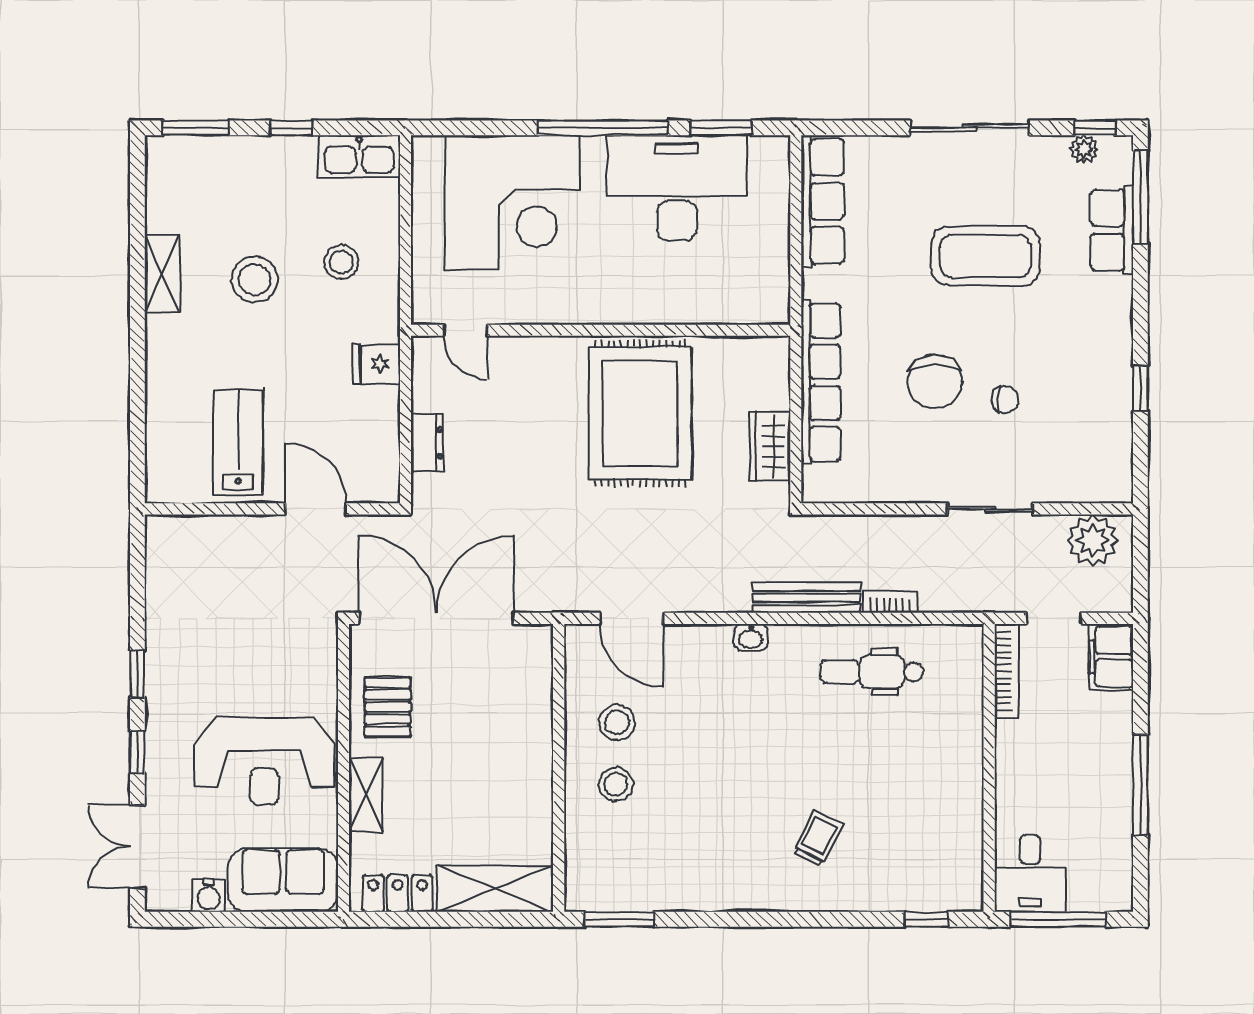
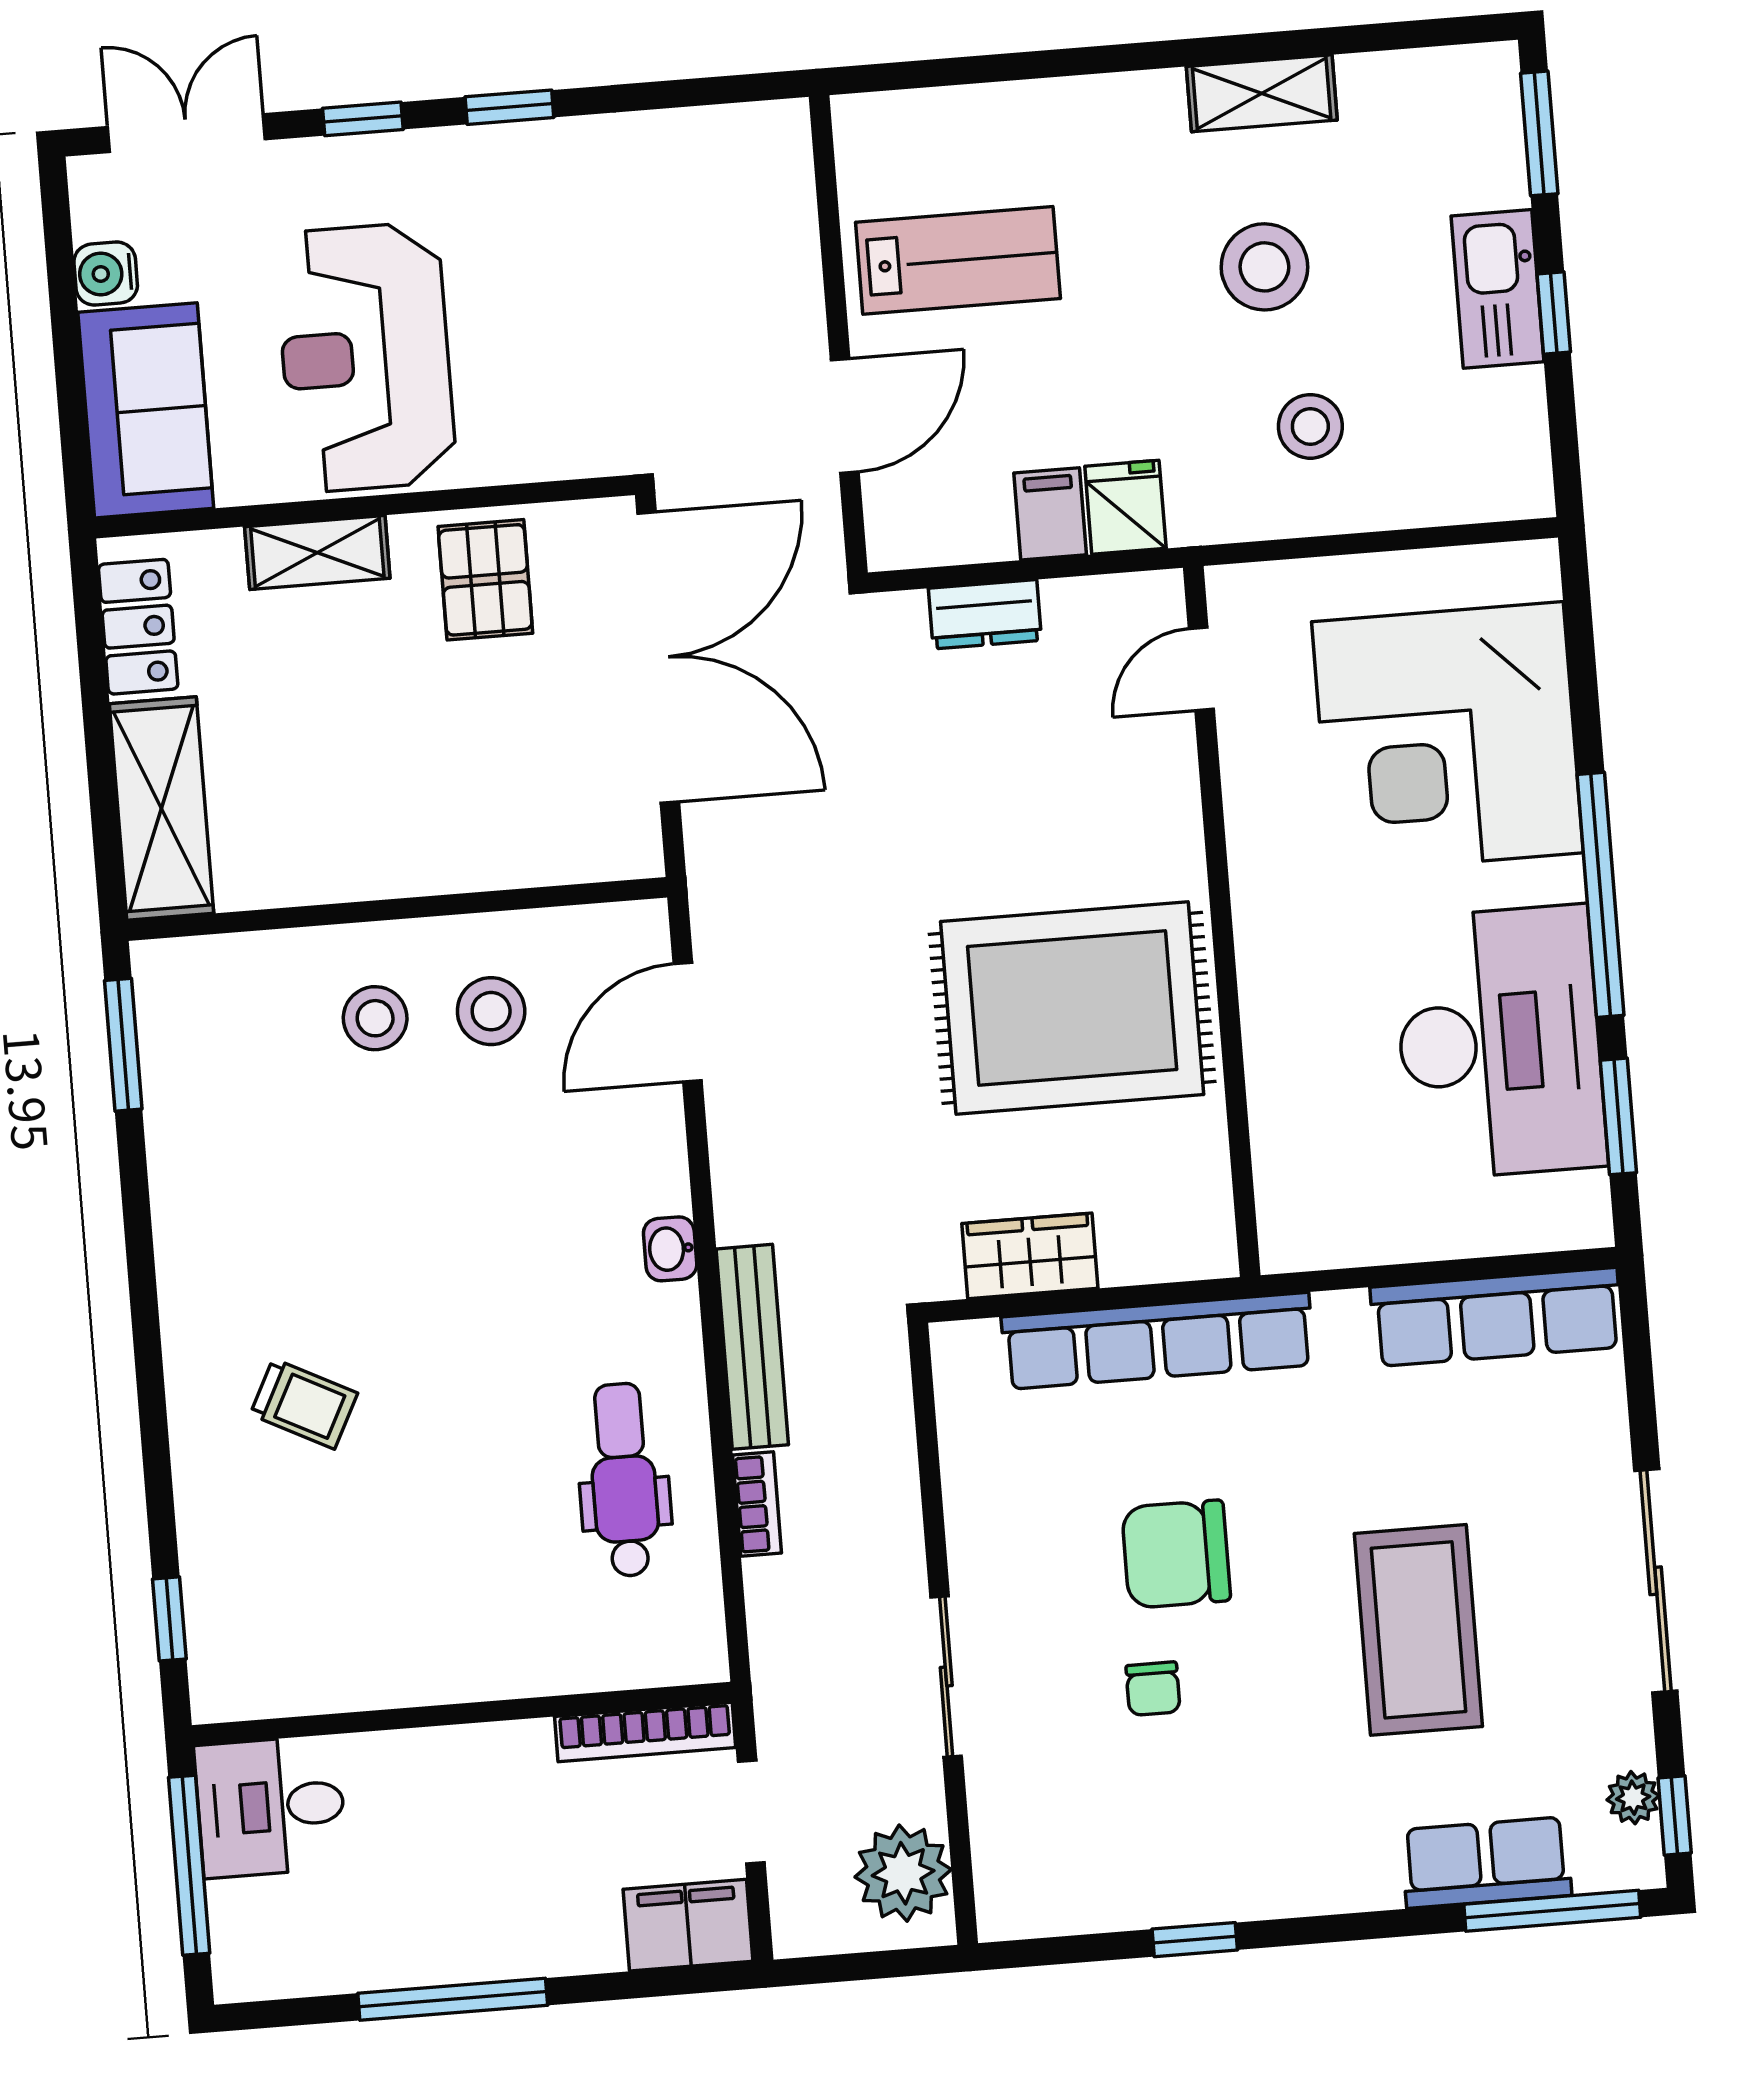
kitchen sink: (359, 157) -> (1498, 289), moved
filing cabinet: (377, 404) -> (1050, 514), added
pallet: (388, 707) -> (485, 580), turned 90

